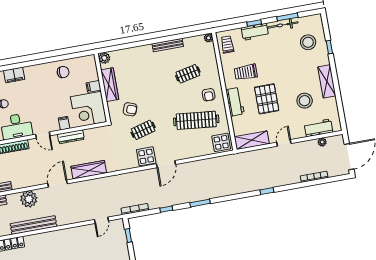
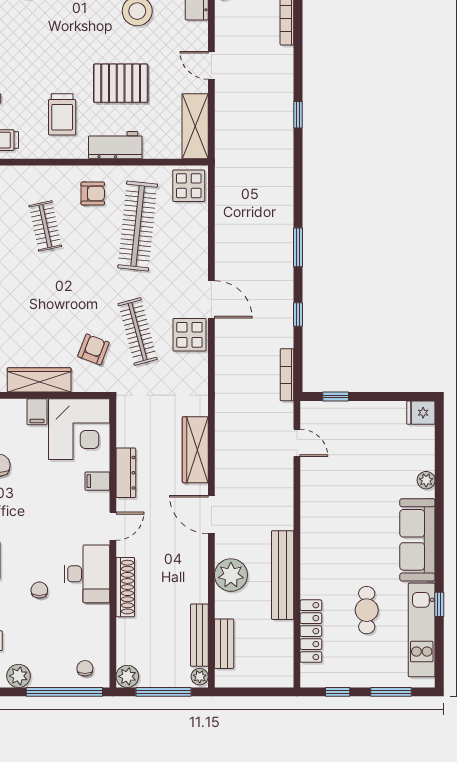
clothes rail: (143, 130) -> (138, 332), width x1.36

